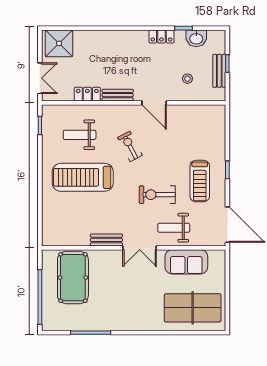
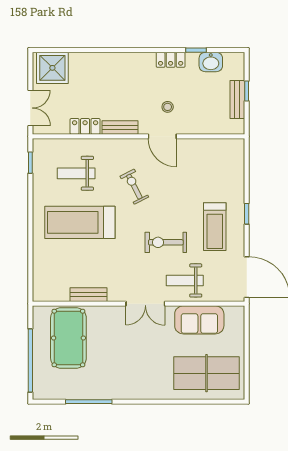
stool: (187, 79) -> (168, 107), moved
bench: (106, 240) -> (88, 295), moved

